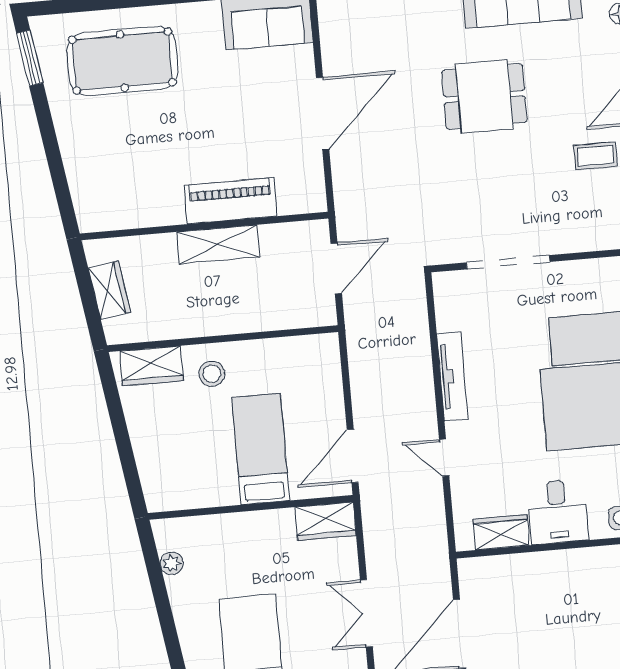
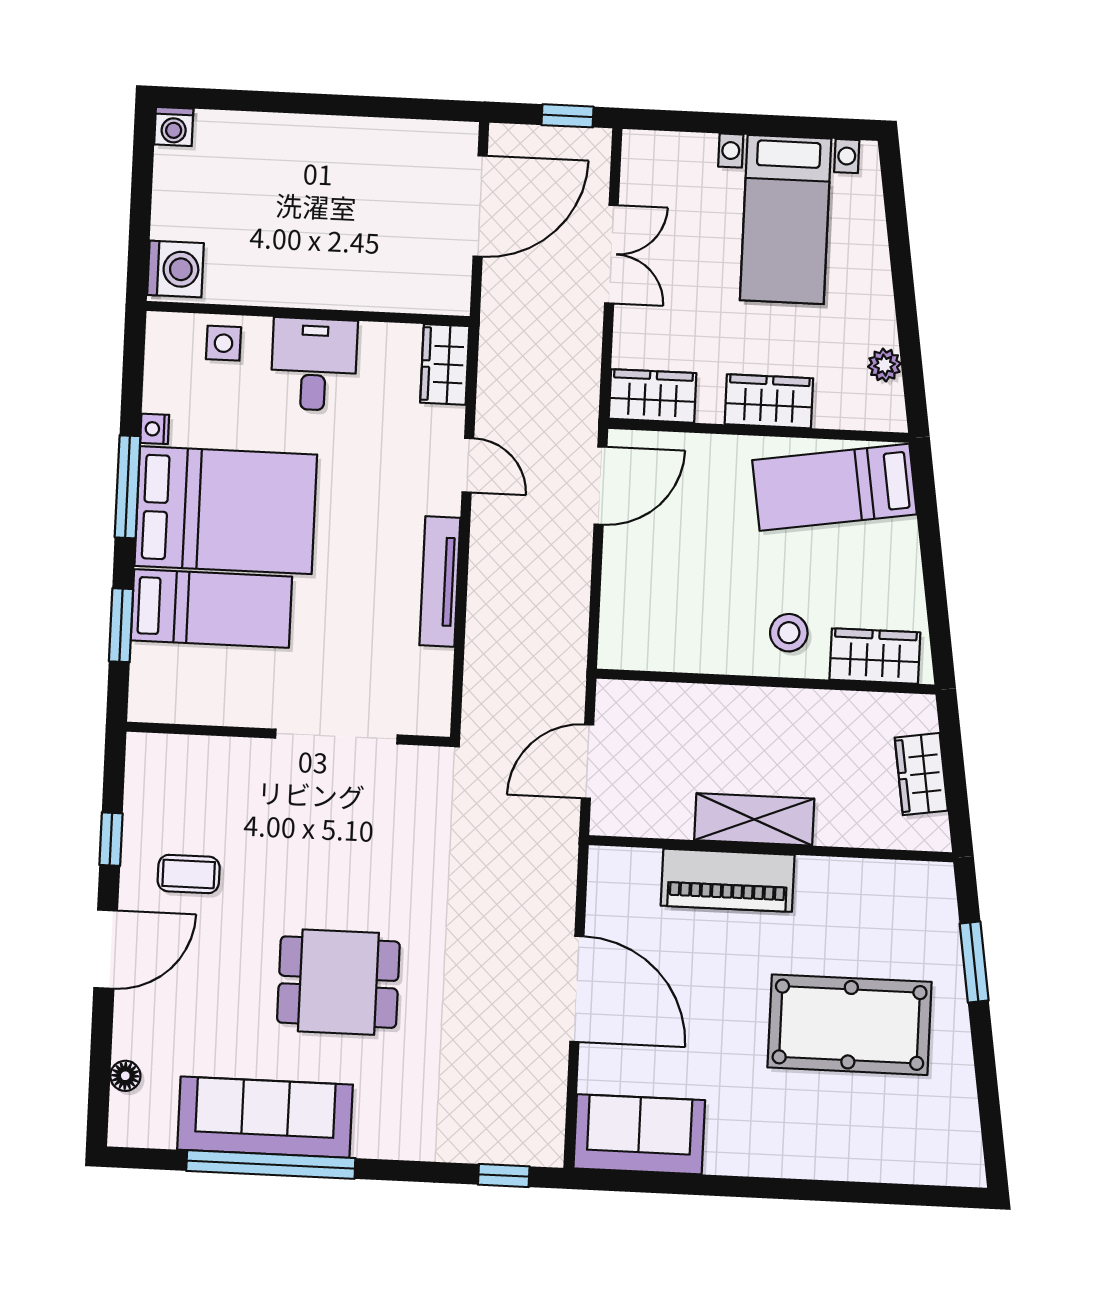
window: (30, 58) -> (974, 962), moved
pool table: (122, 61) -> (850, 1025), moved
door: (323, 114) -> (577, 989), swing flipped
bed: (261, 449) -> (834, 487), moved, turned 81
wardrobe: (246, 528) -> (769, 401), added
wardrobe: (501, 532) -> (445, 364), moved, turned 90

